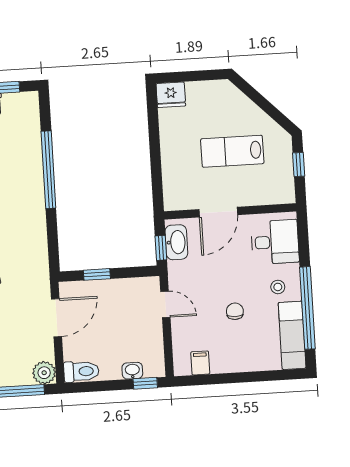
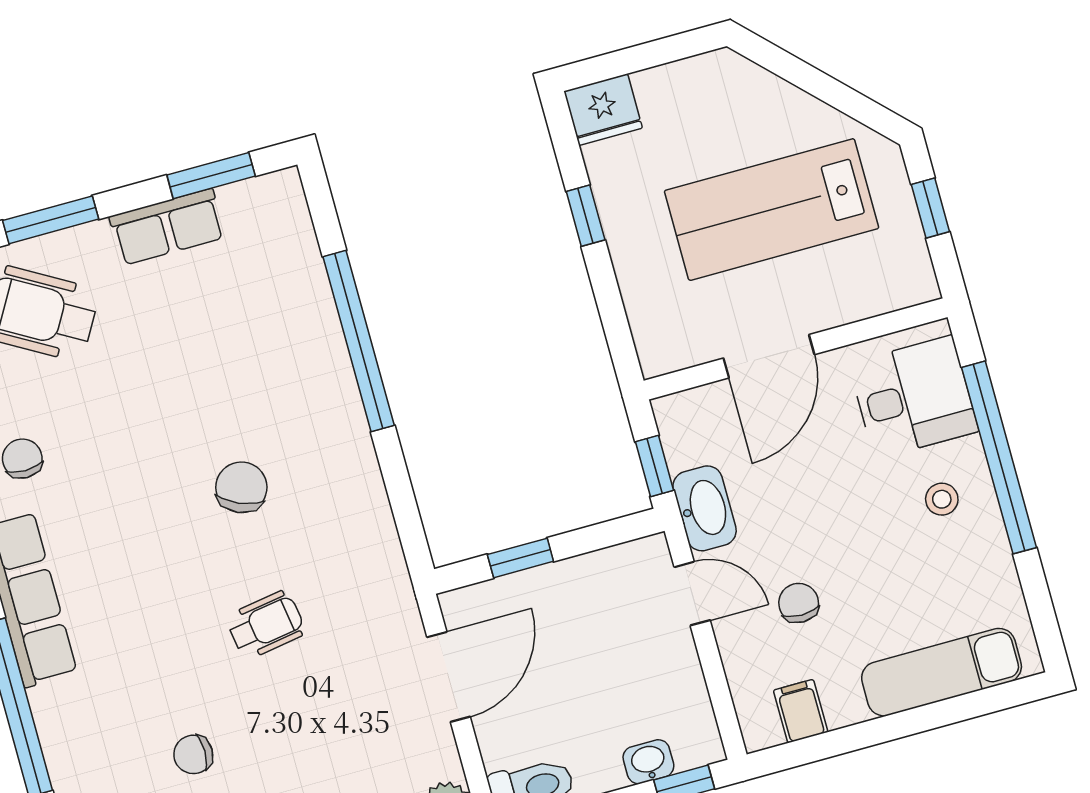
window: (154, 137) -> (586, 216), added
lab bench: (232, 151) -> (772, 210), width x1.36, depth x1.39
washbasin: (176, 242) -> (705, 508), moved
window: (307, 308) -> (999, 457), moved
chair: (235, 311) -> (799, 603), moved
exam couch: (292, 335) -> (942, 672), moved, turned 90

